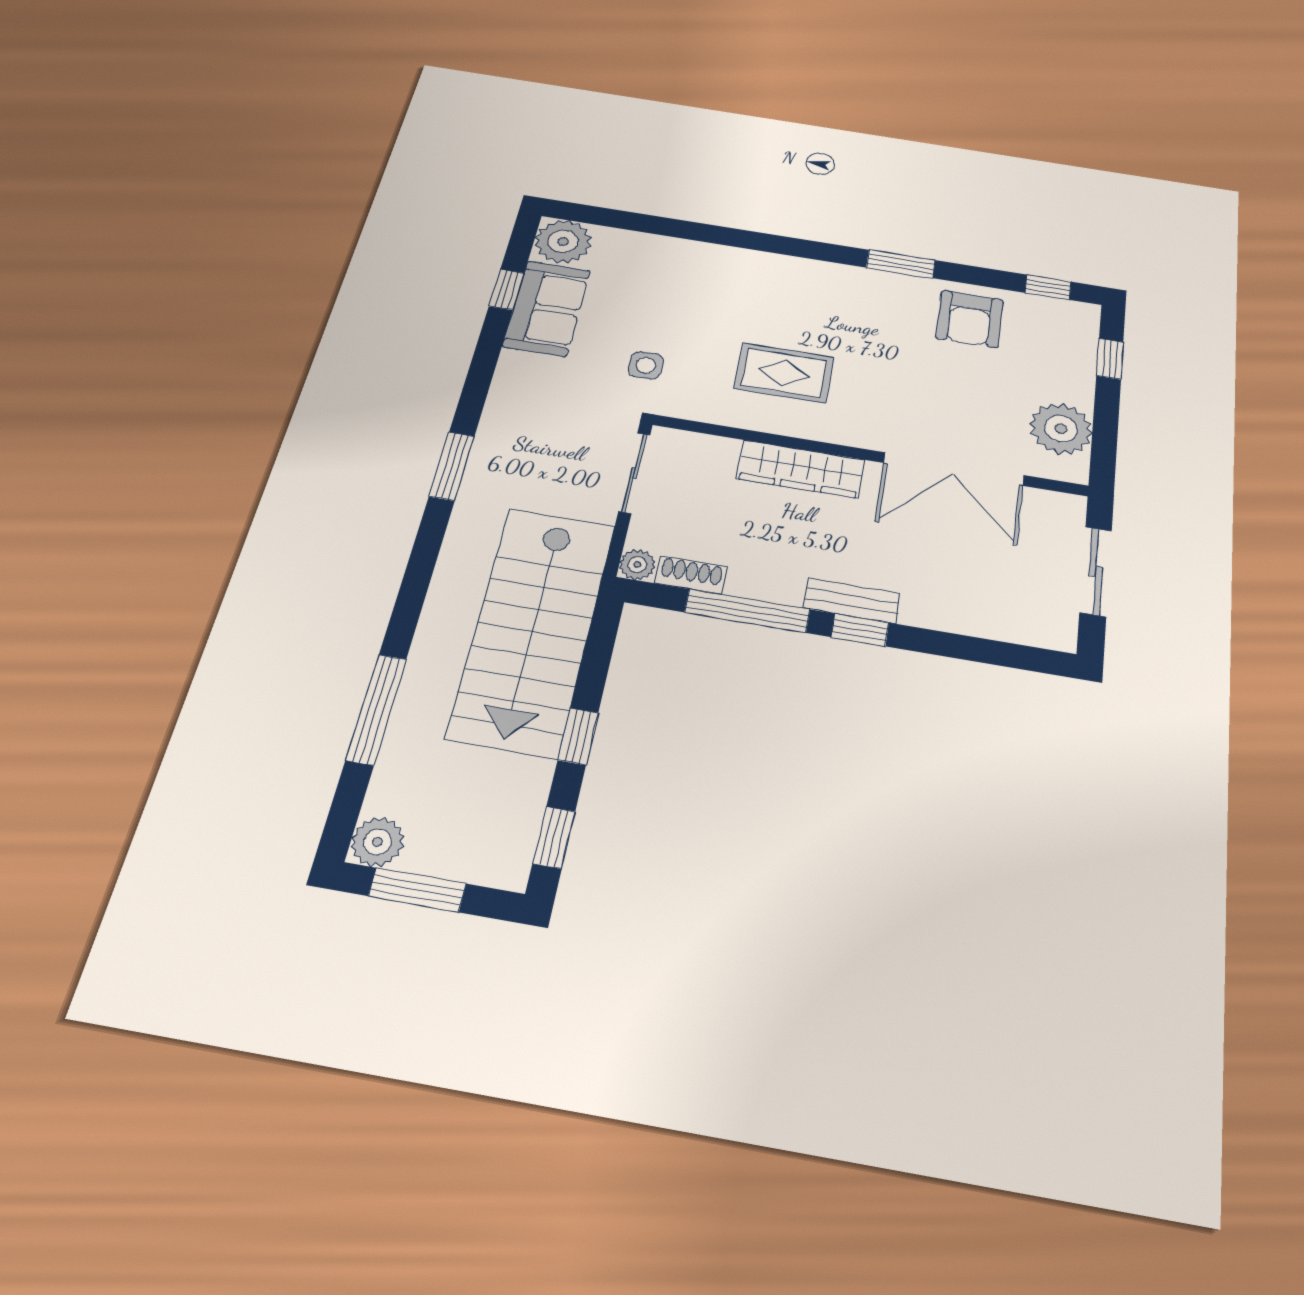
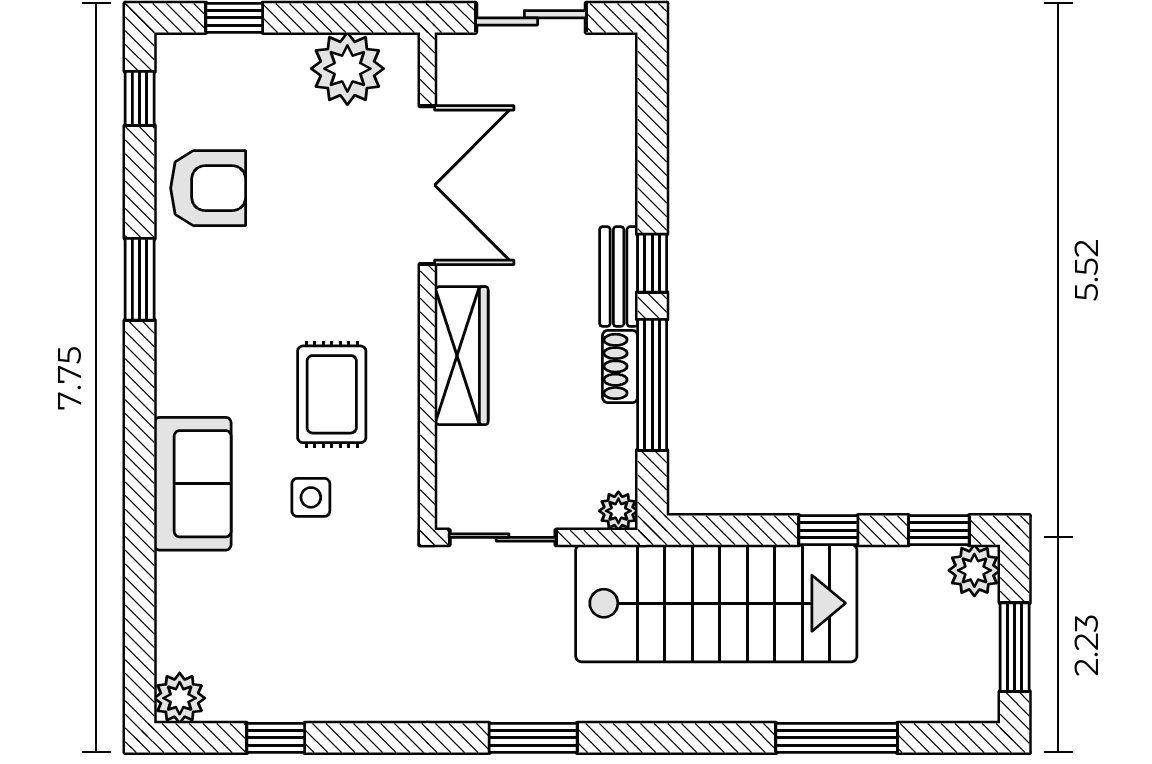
plant: (563, 242) -> (180, 698), width x0.73, depth x0.73
sofa: (547, 308) -> (193, 484), moved, turned 90
side table: (646, 365) -> (311, 497), moved
shoe rack: (691, 575) -> (620, 366), moved
plant: (378, 842) -> (974, 570), moved

